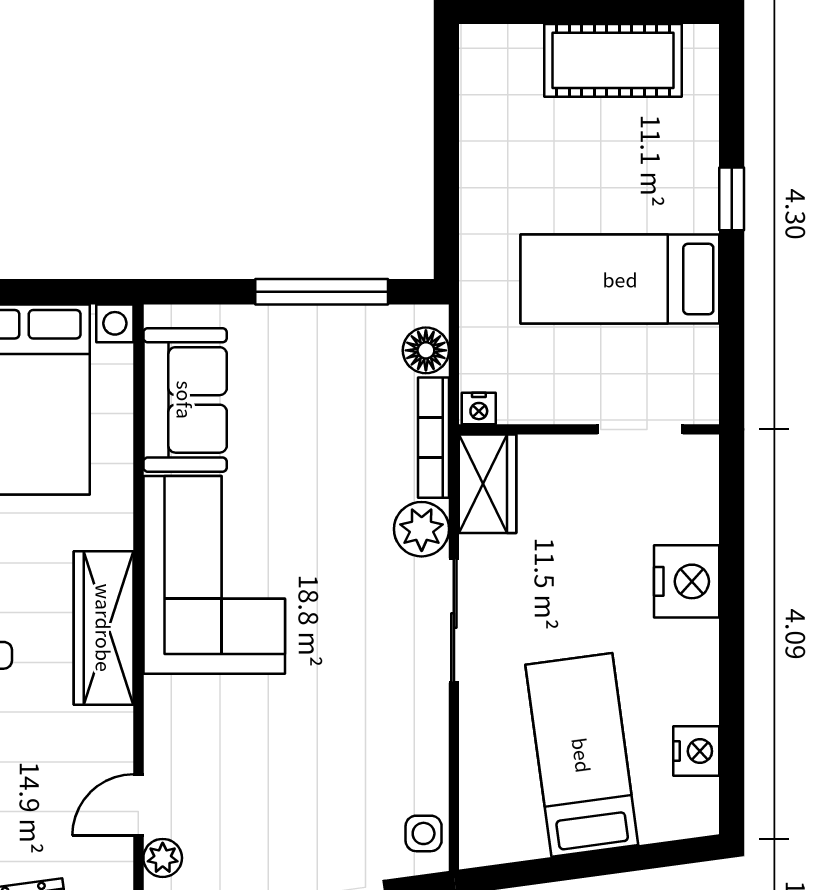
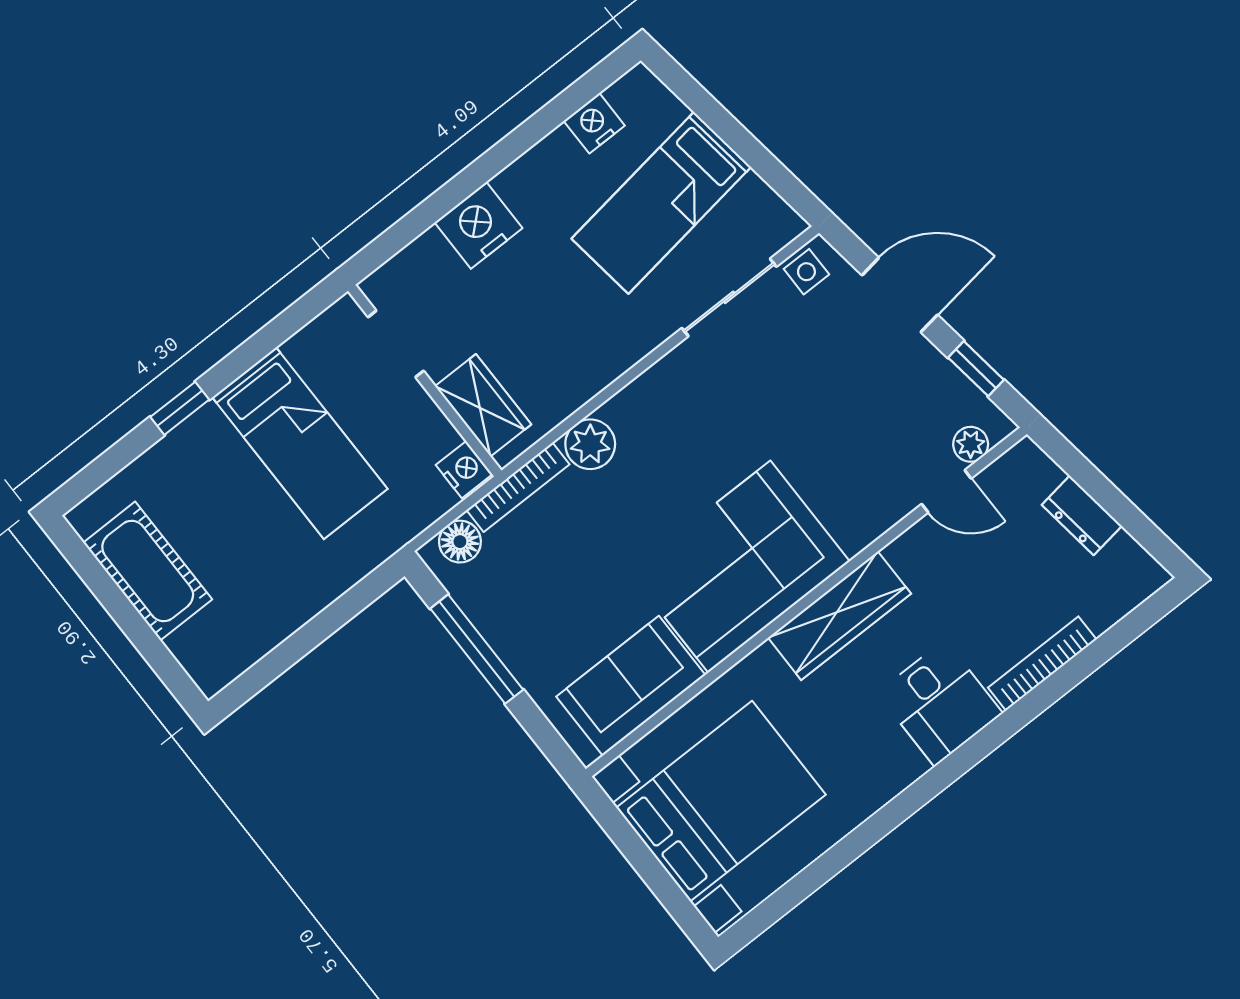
nightstand: (479, 409) -> (464, 470), width x1.39, depth x1.35
wardrobe: (488, 484) -> (483, 405), moved, turned 90
sliding door: (454, 621) -> (729, 297), moved

